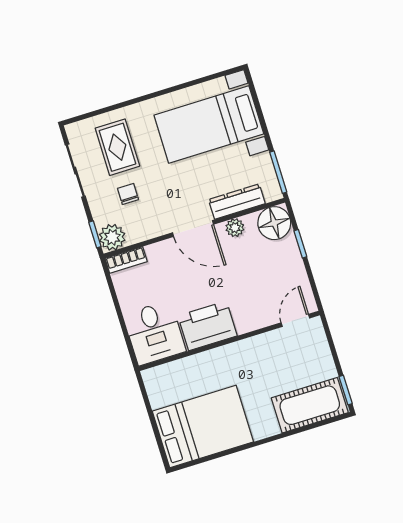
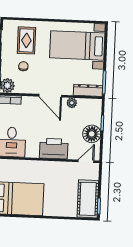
dresser: (237, 202) -> (88, 90), moved
floor lamp: (274, 223) -> (92, 134), moved
printer: (208, 326) -> (54, 149), moved
cot: (310, 405) -> (88, 199), moved, turned 90

